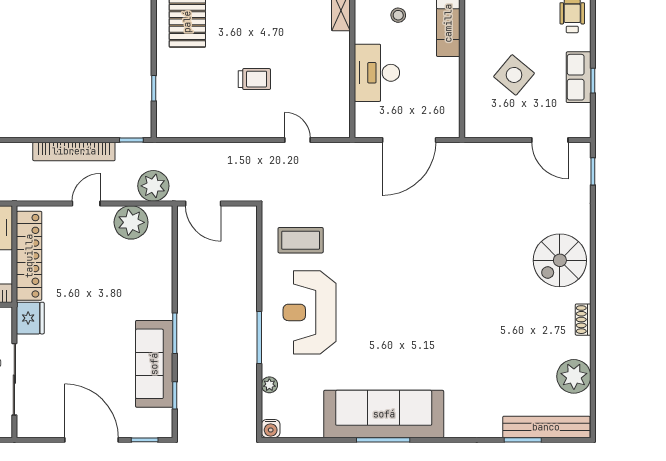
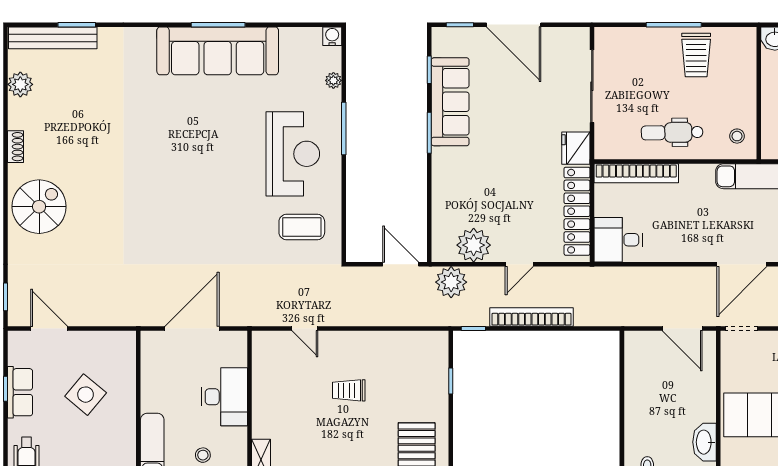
plant: (574, 376) -> (20, 84), width x0.73, depth x0.73

